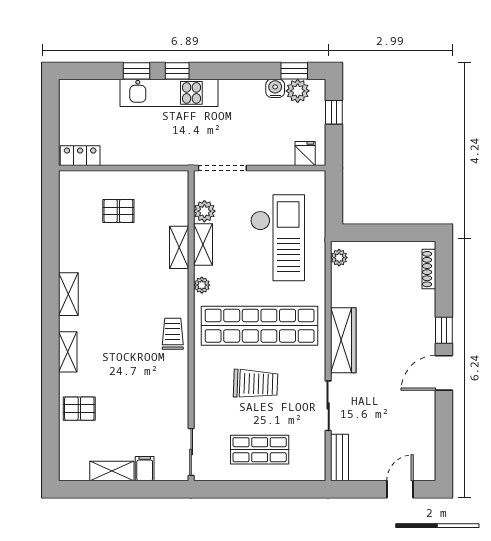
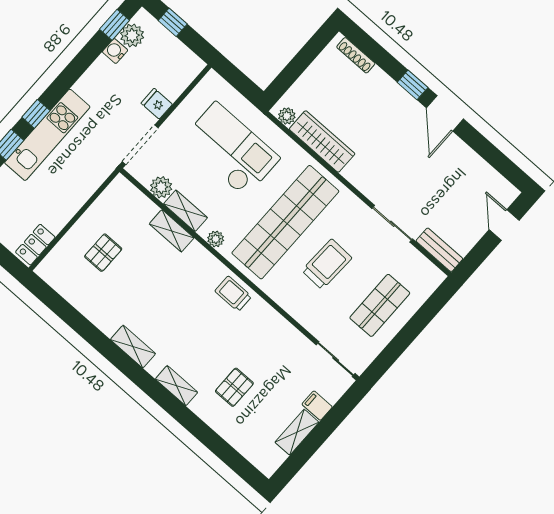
fridge: (305, 153) -> (157, 104), moved
wardrobe: (343, 340) -> (322, 141), moved
pallet: (79, 409) -> (234, 387), moved

